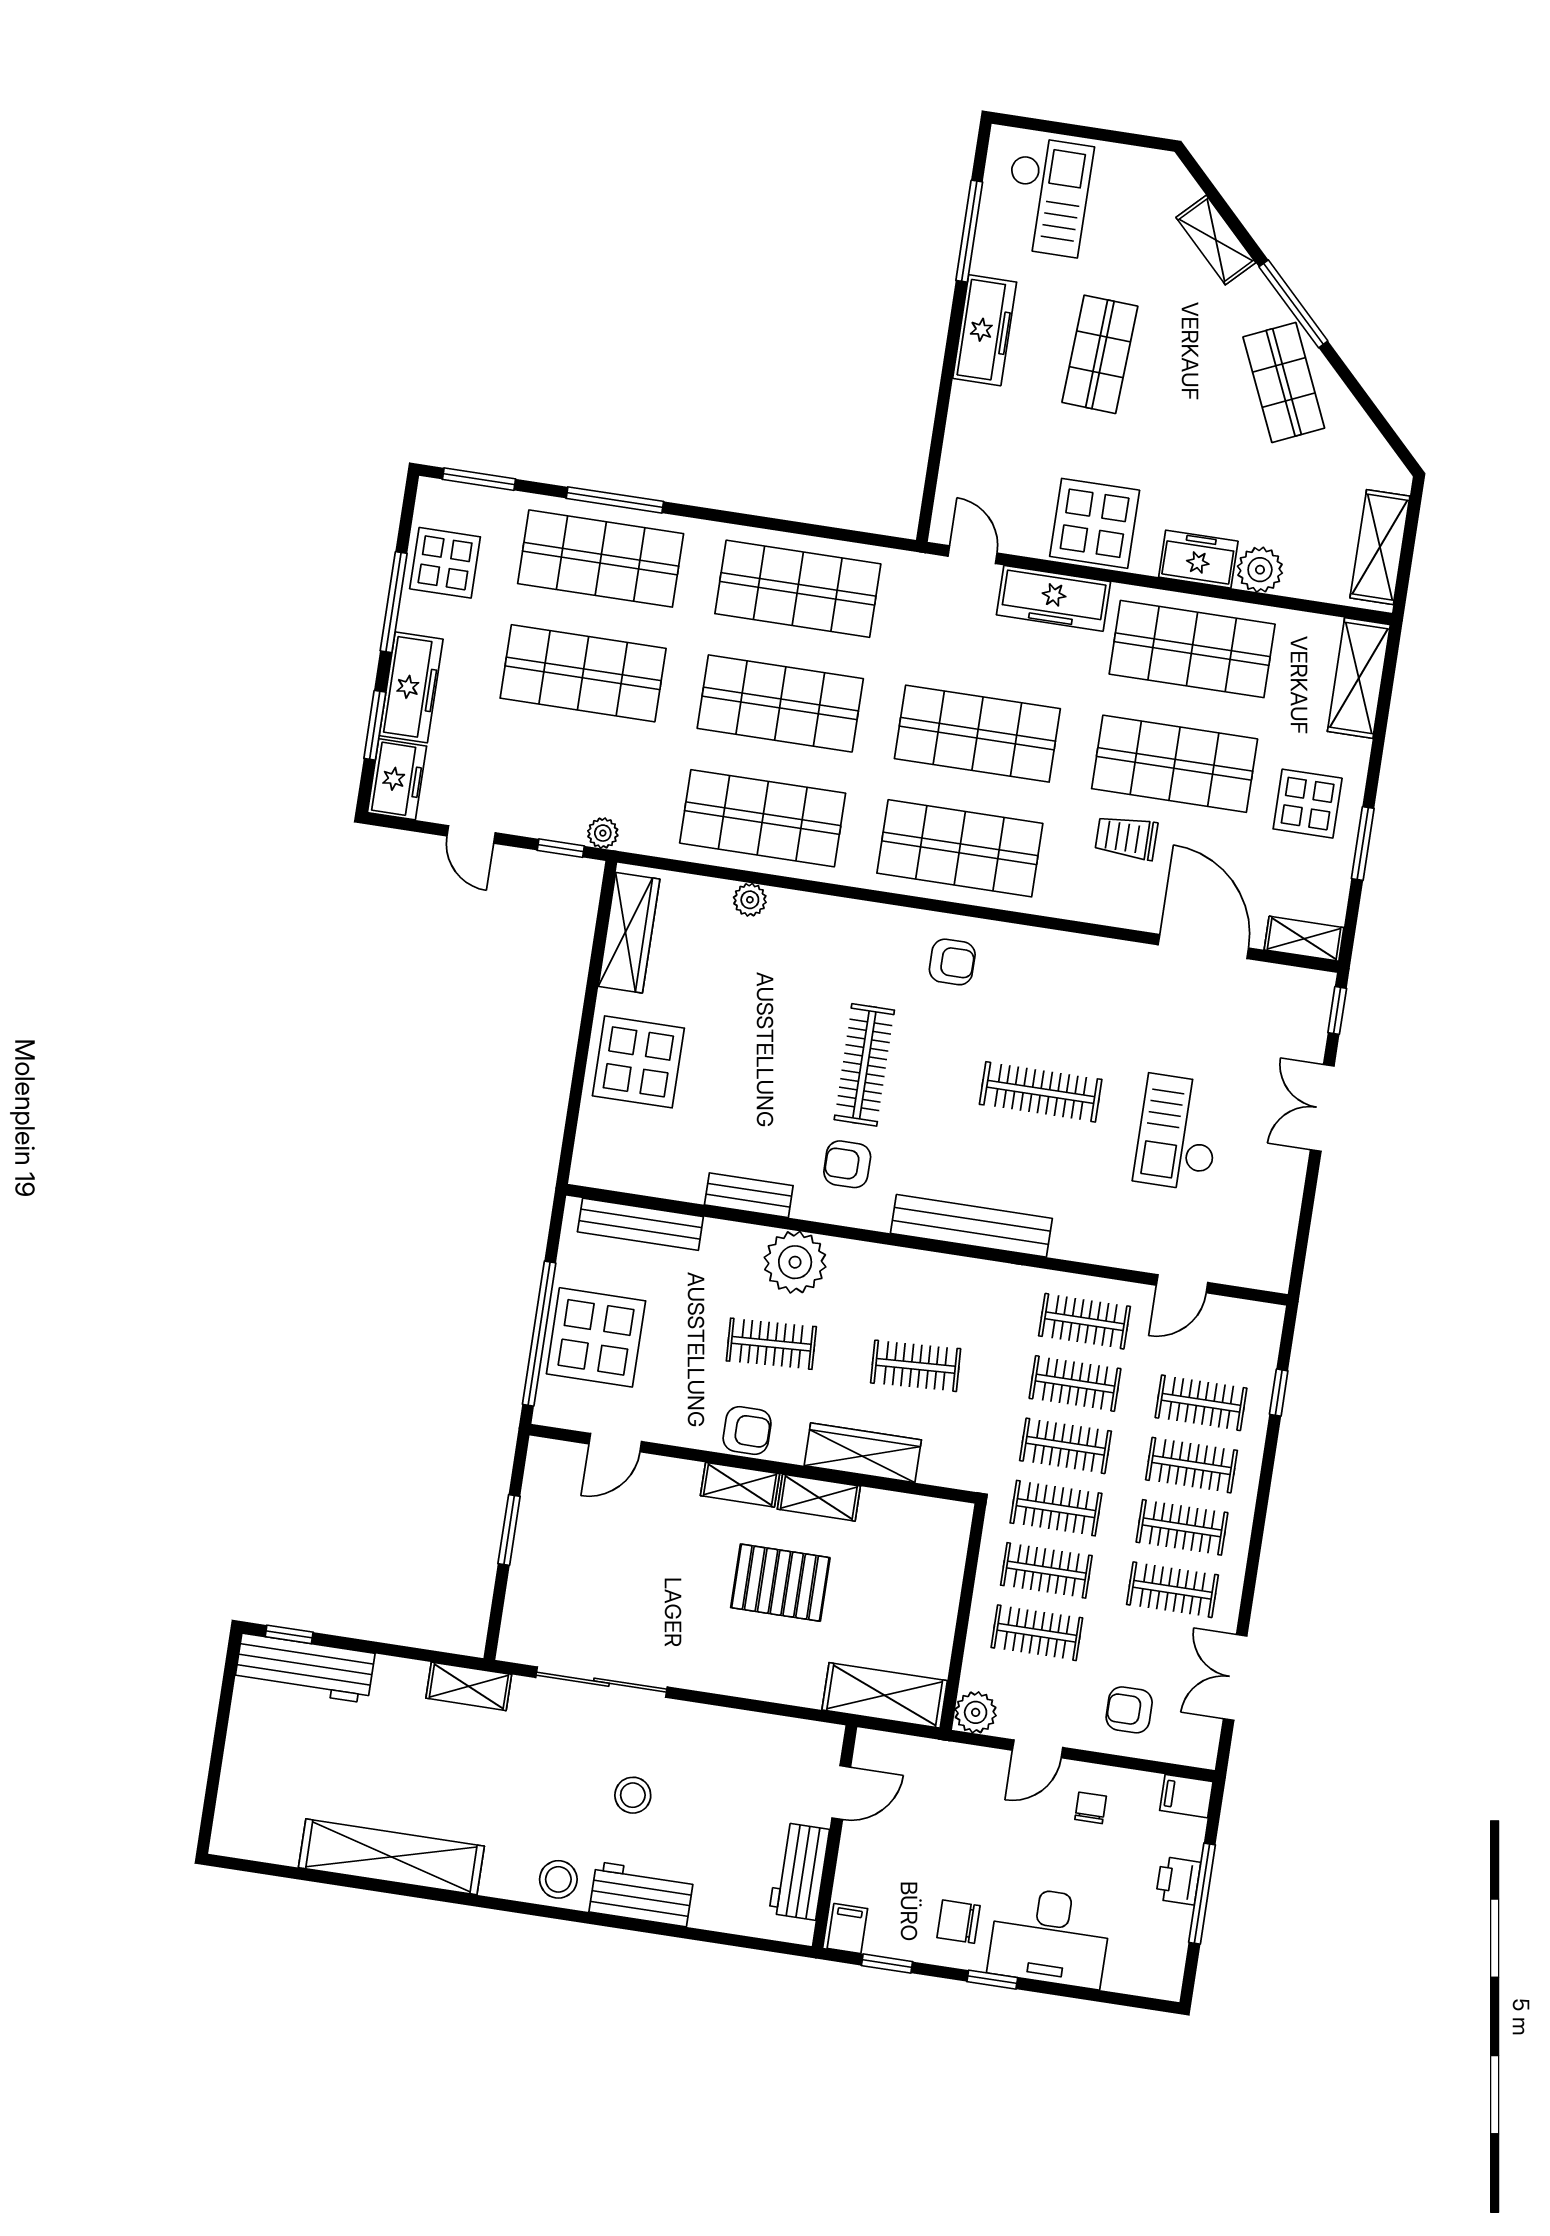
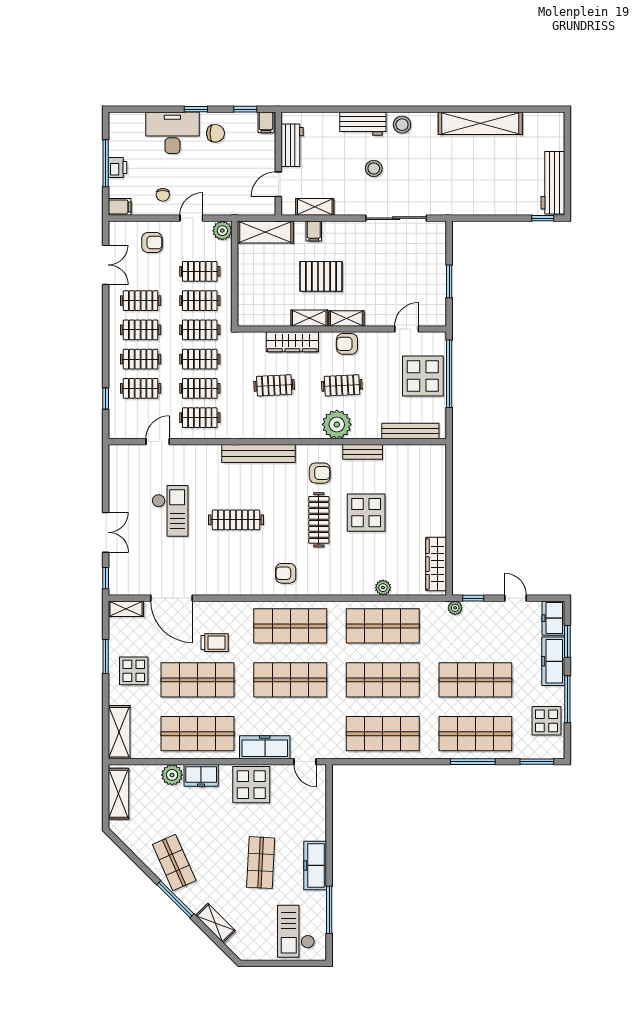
display table: (638, 1062) -> (366, 513), moved
workbench: (305, 1668) -> (553, 183), moved, turned -90
filing cabinet: (781, 1682) -> (314, 231), added
shelving: (469, 1686) -> (315, 207), moved

